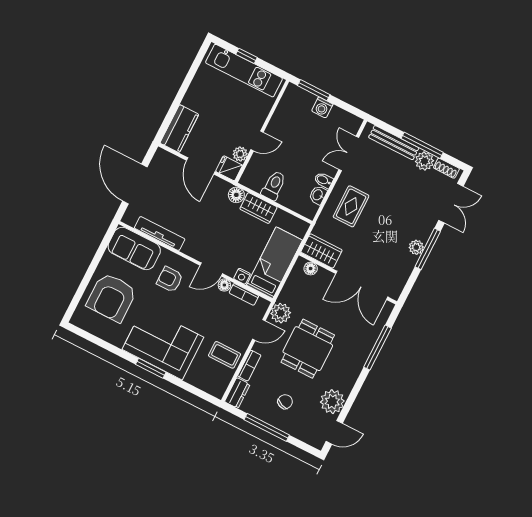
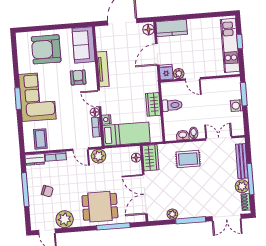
floor lamp: (236, 195) -> (148, 30), moved
tv unit: (160, 234) -> (103, 69), moved
plant: (416, 247) -> (172, 214), moved
dining table: (308, 349) -> (100, 207), moved
coffee table: (225, 355) -> (40, 139), moved

